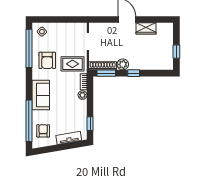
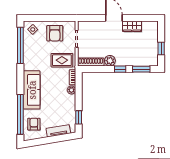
armchair: (47, 60) -> (55, 33), moved
window: (106, 73) -> (141, 69), moved
sofa: (41, 95) -> (32, 90), width x1.36

